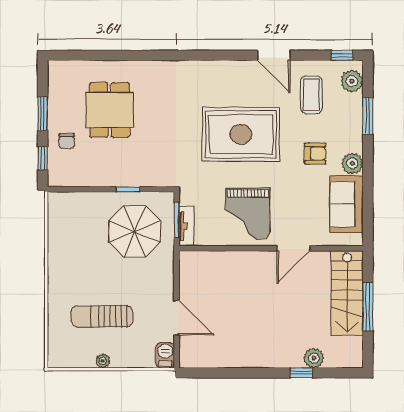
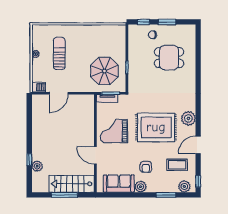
plant: (224, 74) -> (188, 118), added
rug: (241, 134) -> (156, 127), turned 90

